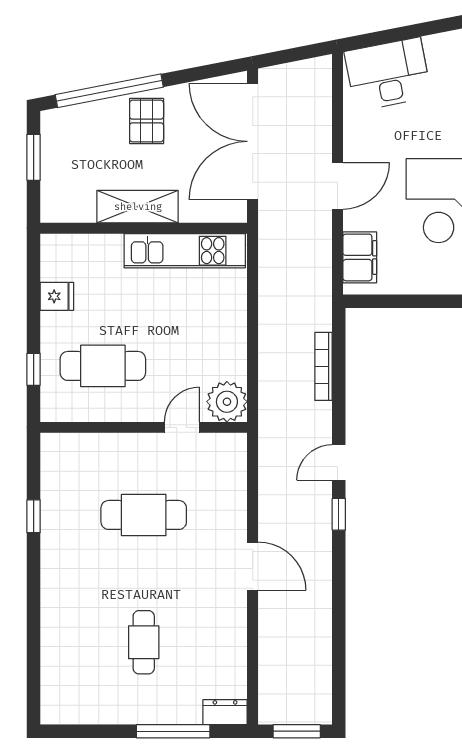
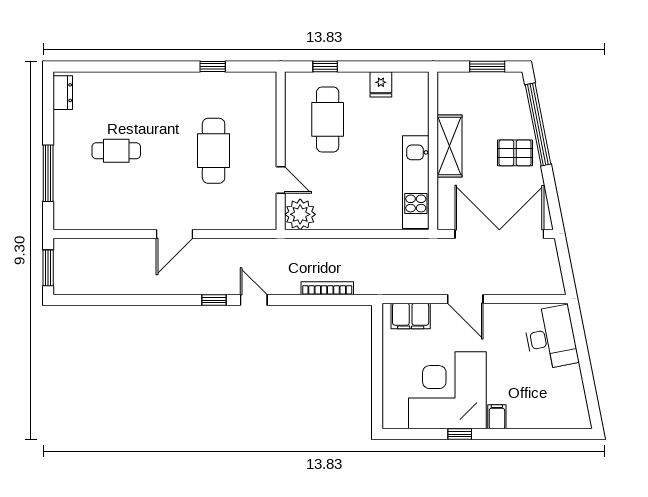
dresser: (225, 712) -> (63, 93), moved

